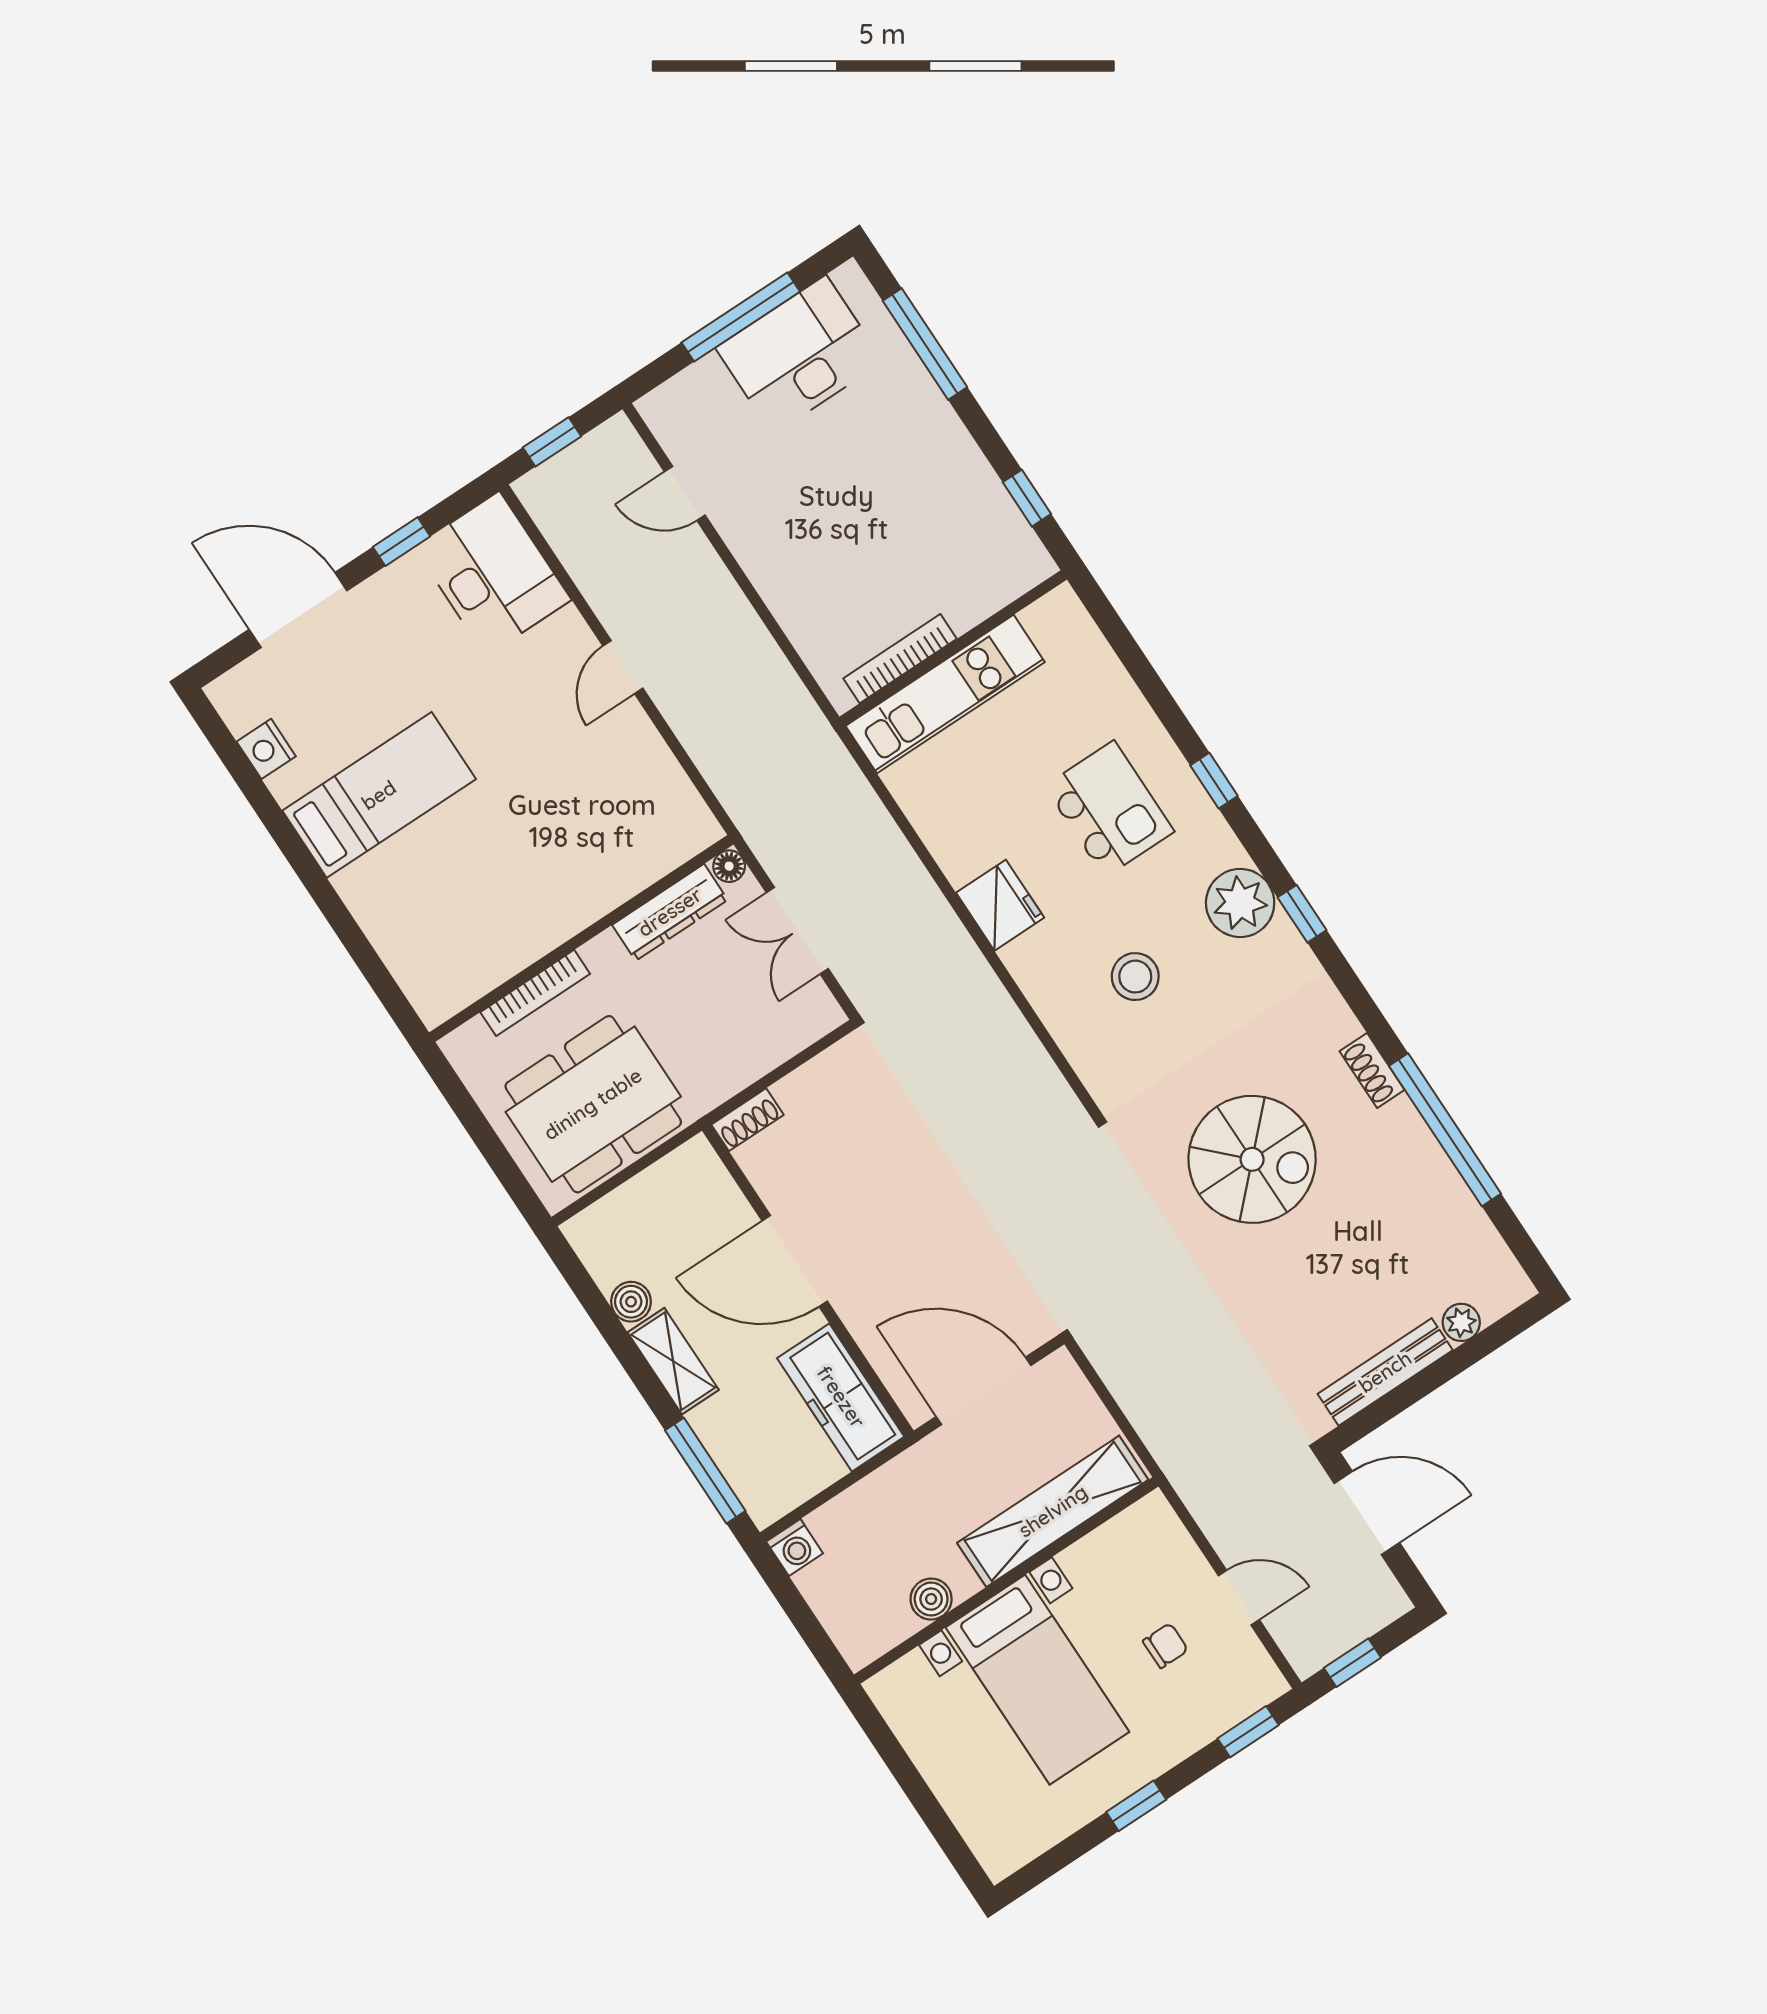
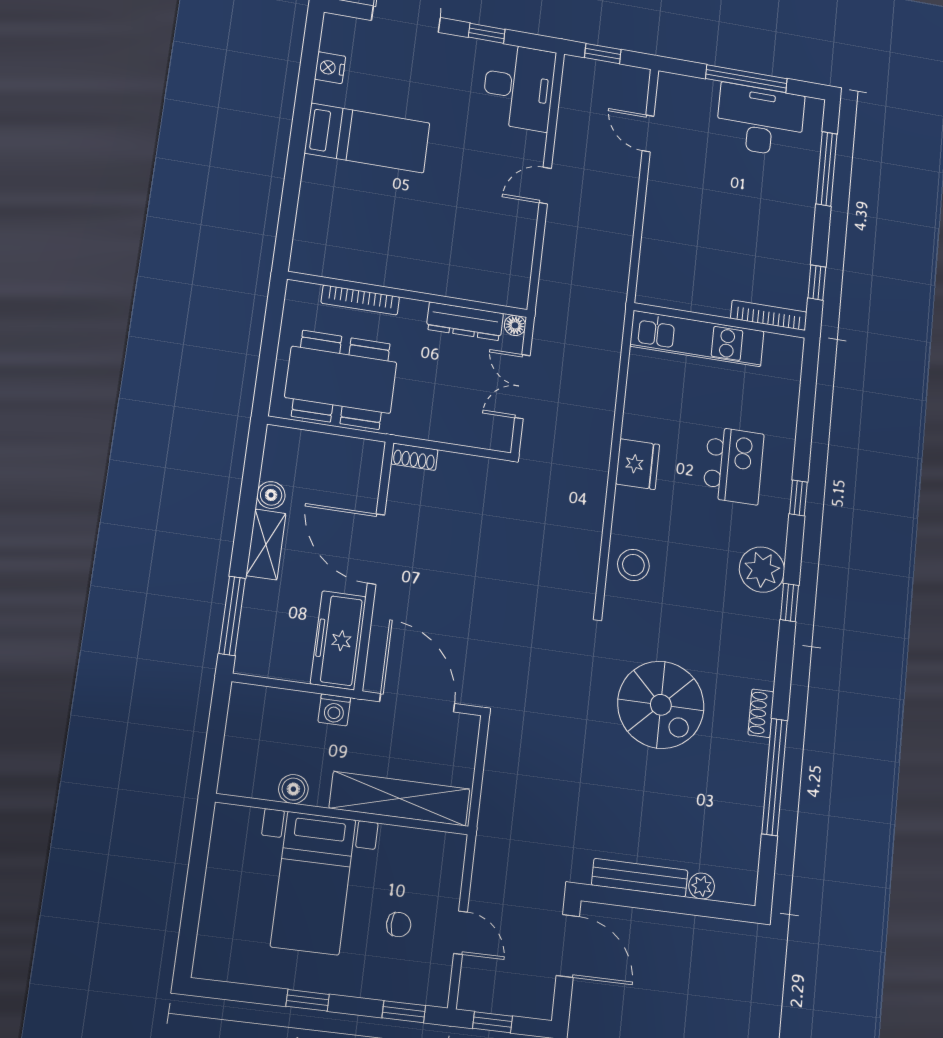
bookcase: (900, 659) -> (769, 315), moved
stool: (1135, 977) -> (633, 565), moved
washing machine: (795, 1547) -> (334, 710), moved

